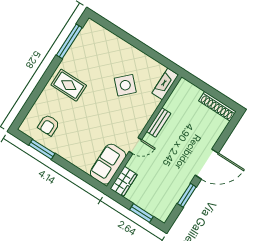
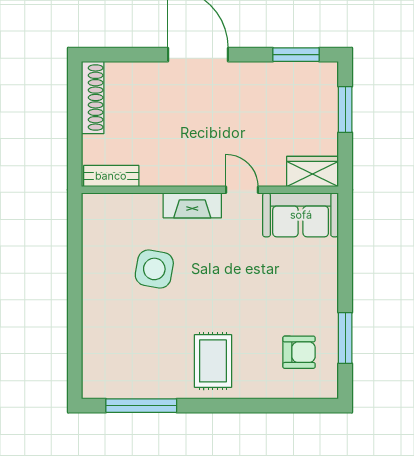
fireplace: (165, 84) -> (192, 205), moved
side table: (125, 85) -> (154, 269), turned -36
bench: (159, 122) -> (111, 176), moved
window: (187, 195) -> (296, 55), moved

